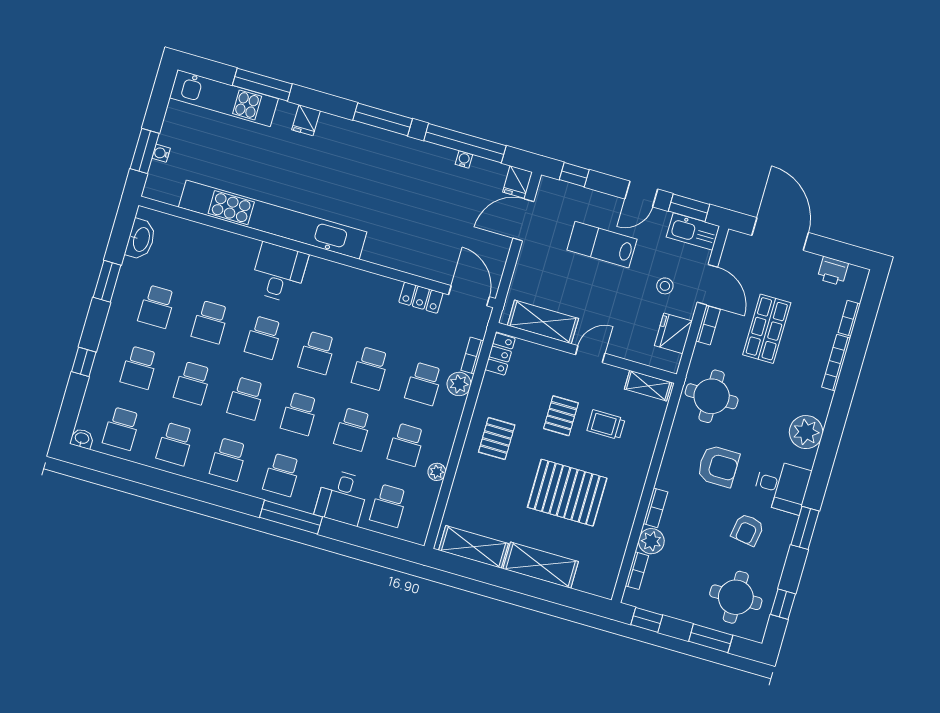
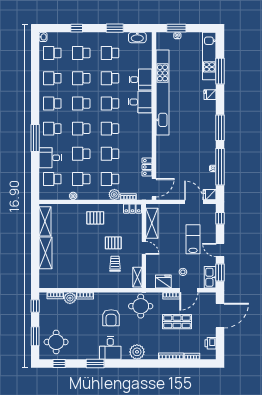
desk: (232, 258) -> (140, 80), added
pallet: (567, 493) -> (80, 255), removed
armchair: (747, 530) -> (87, 339), removed

